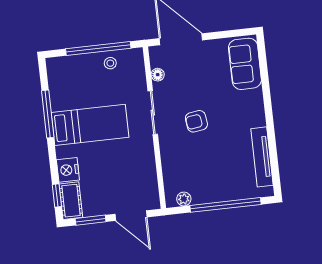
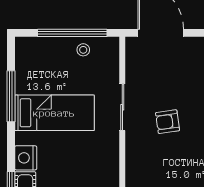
floor lamp: (158, 75) -> (132, 68), removed

